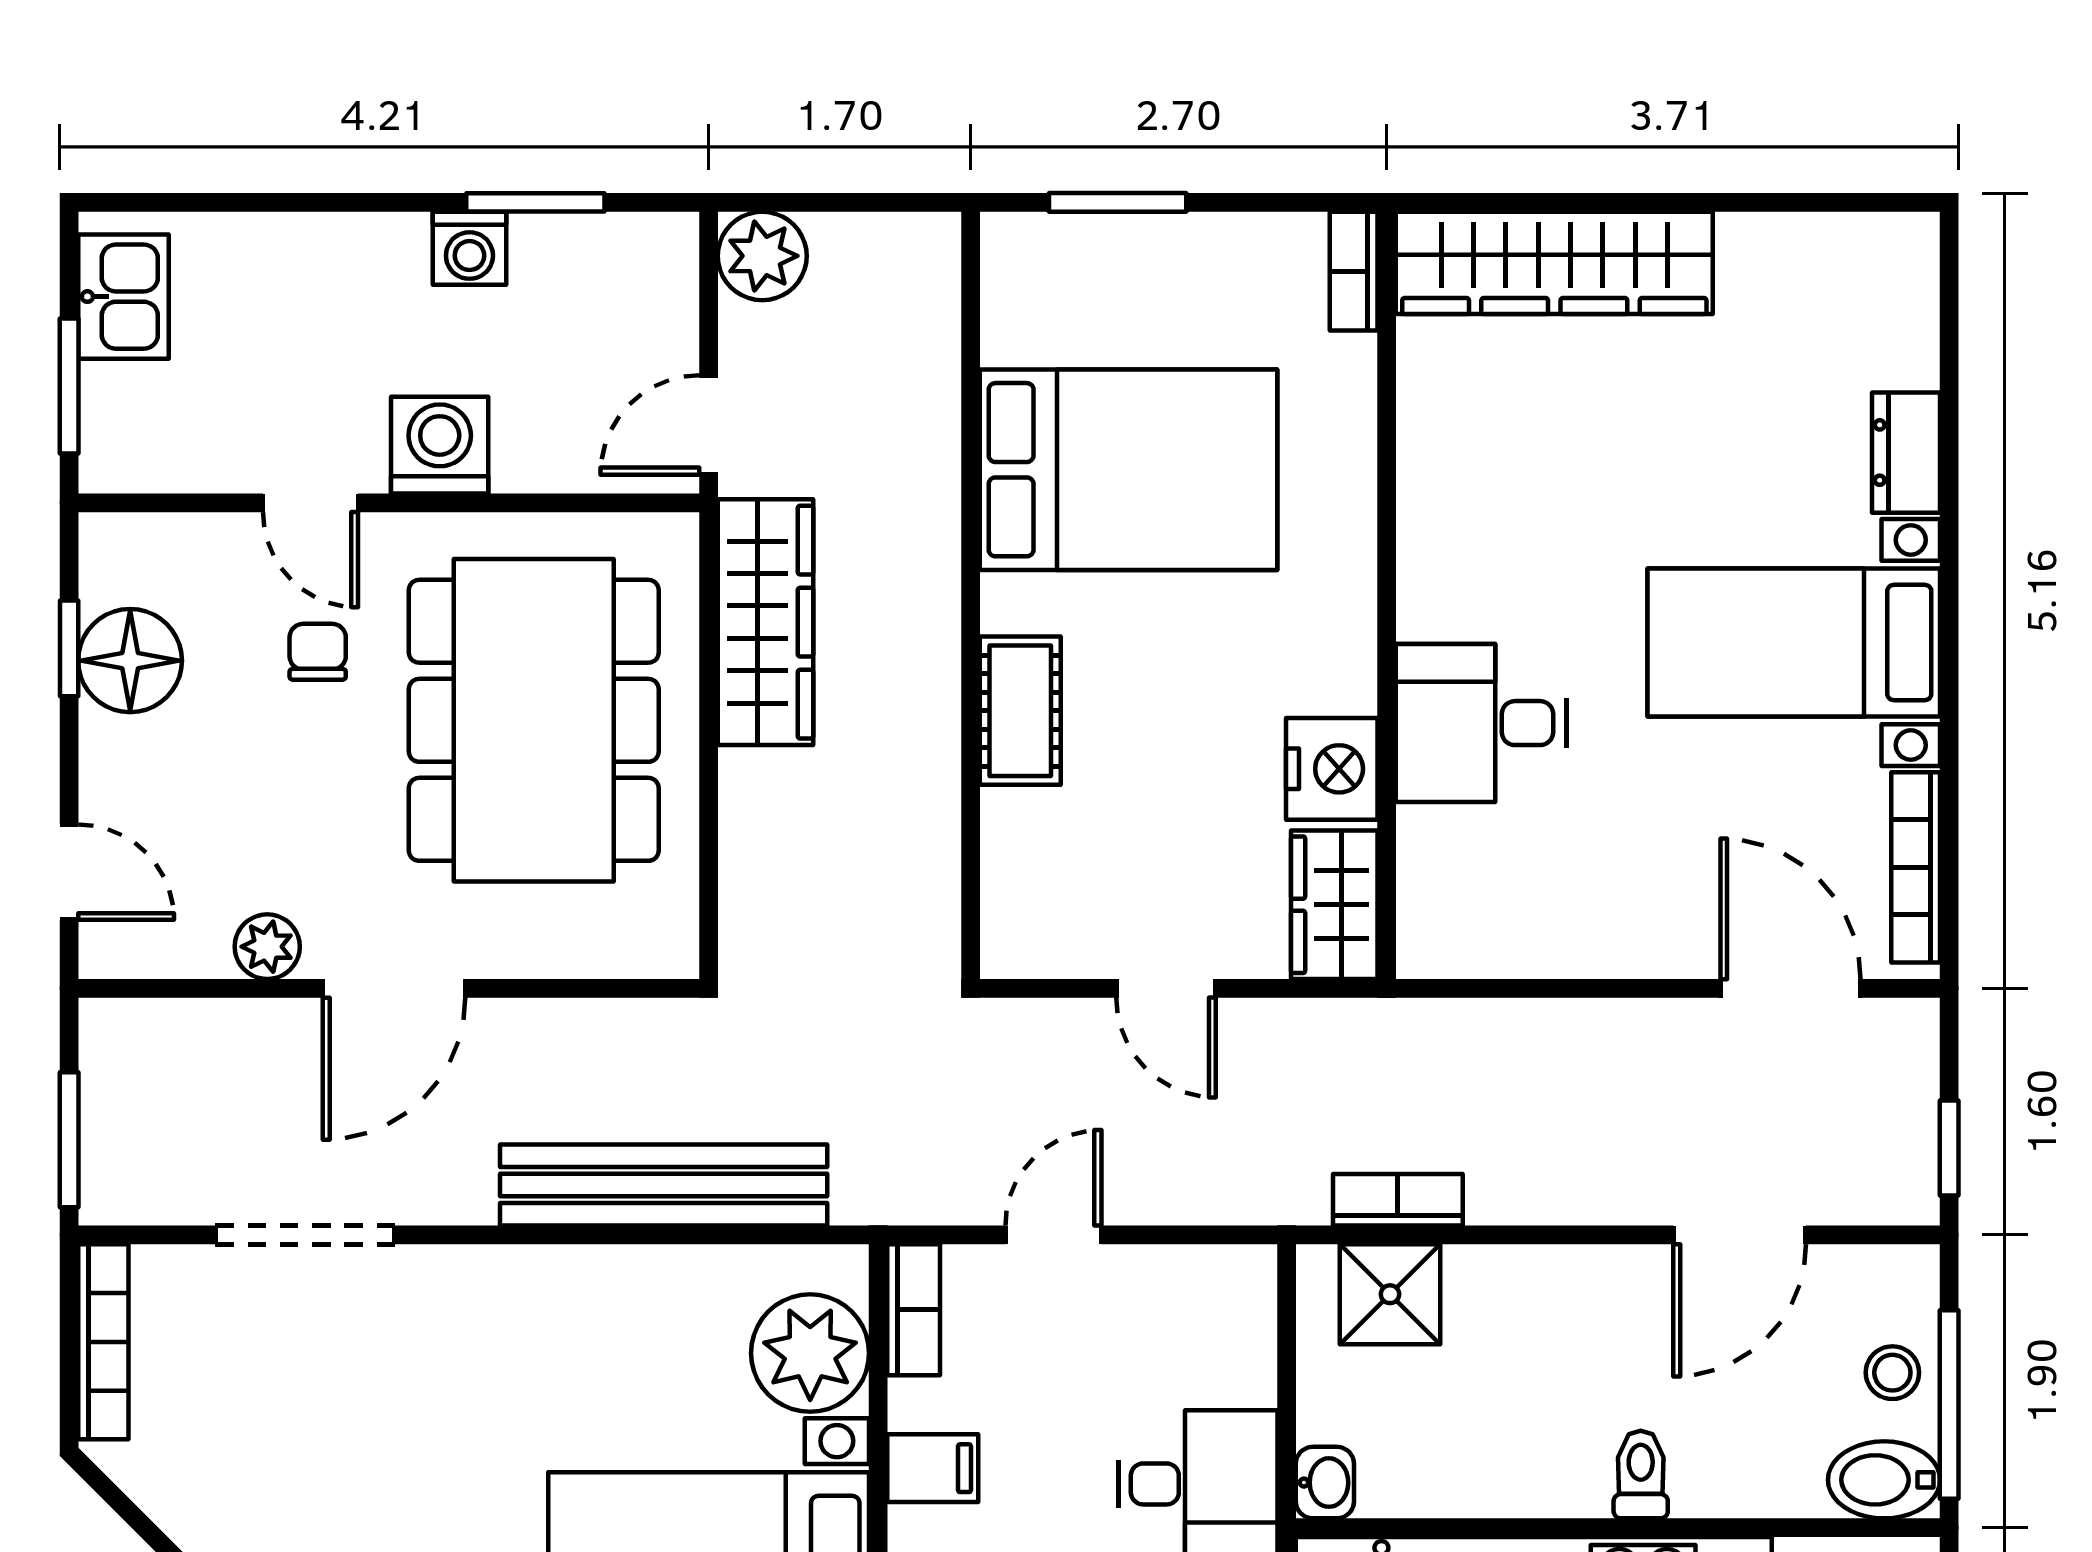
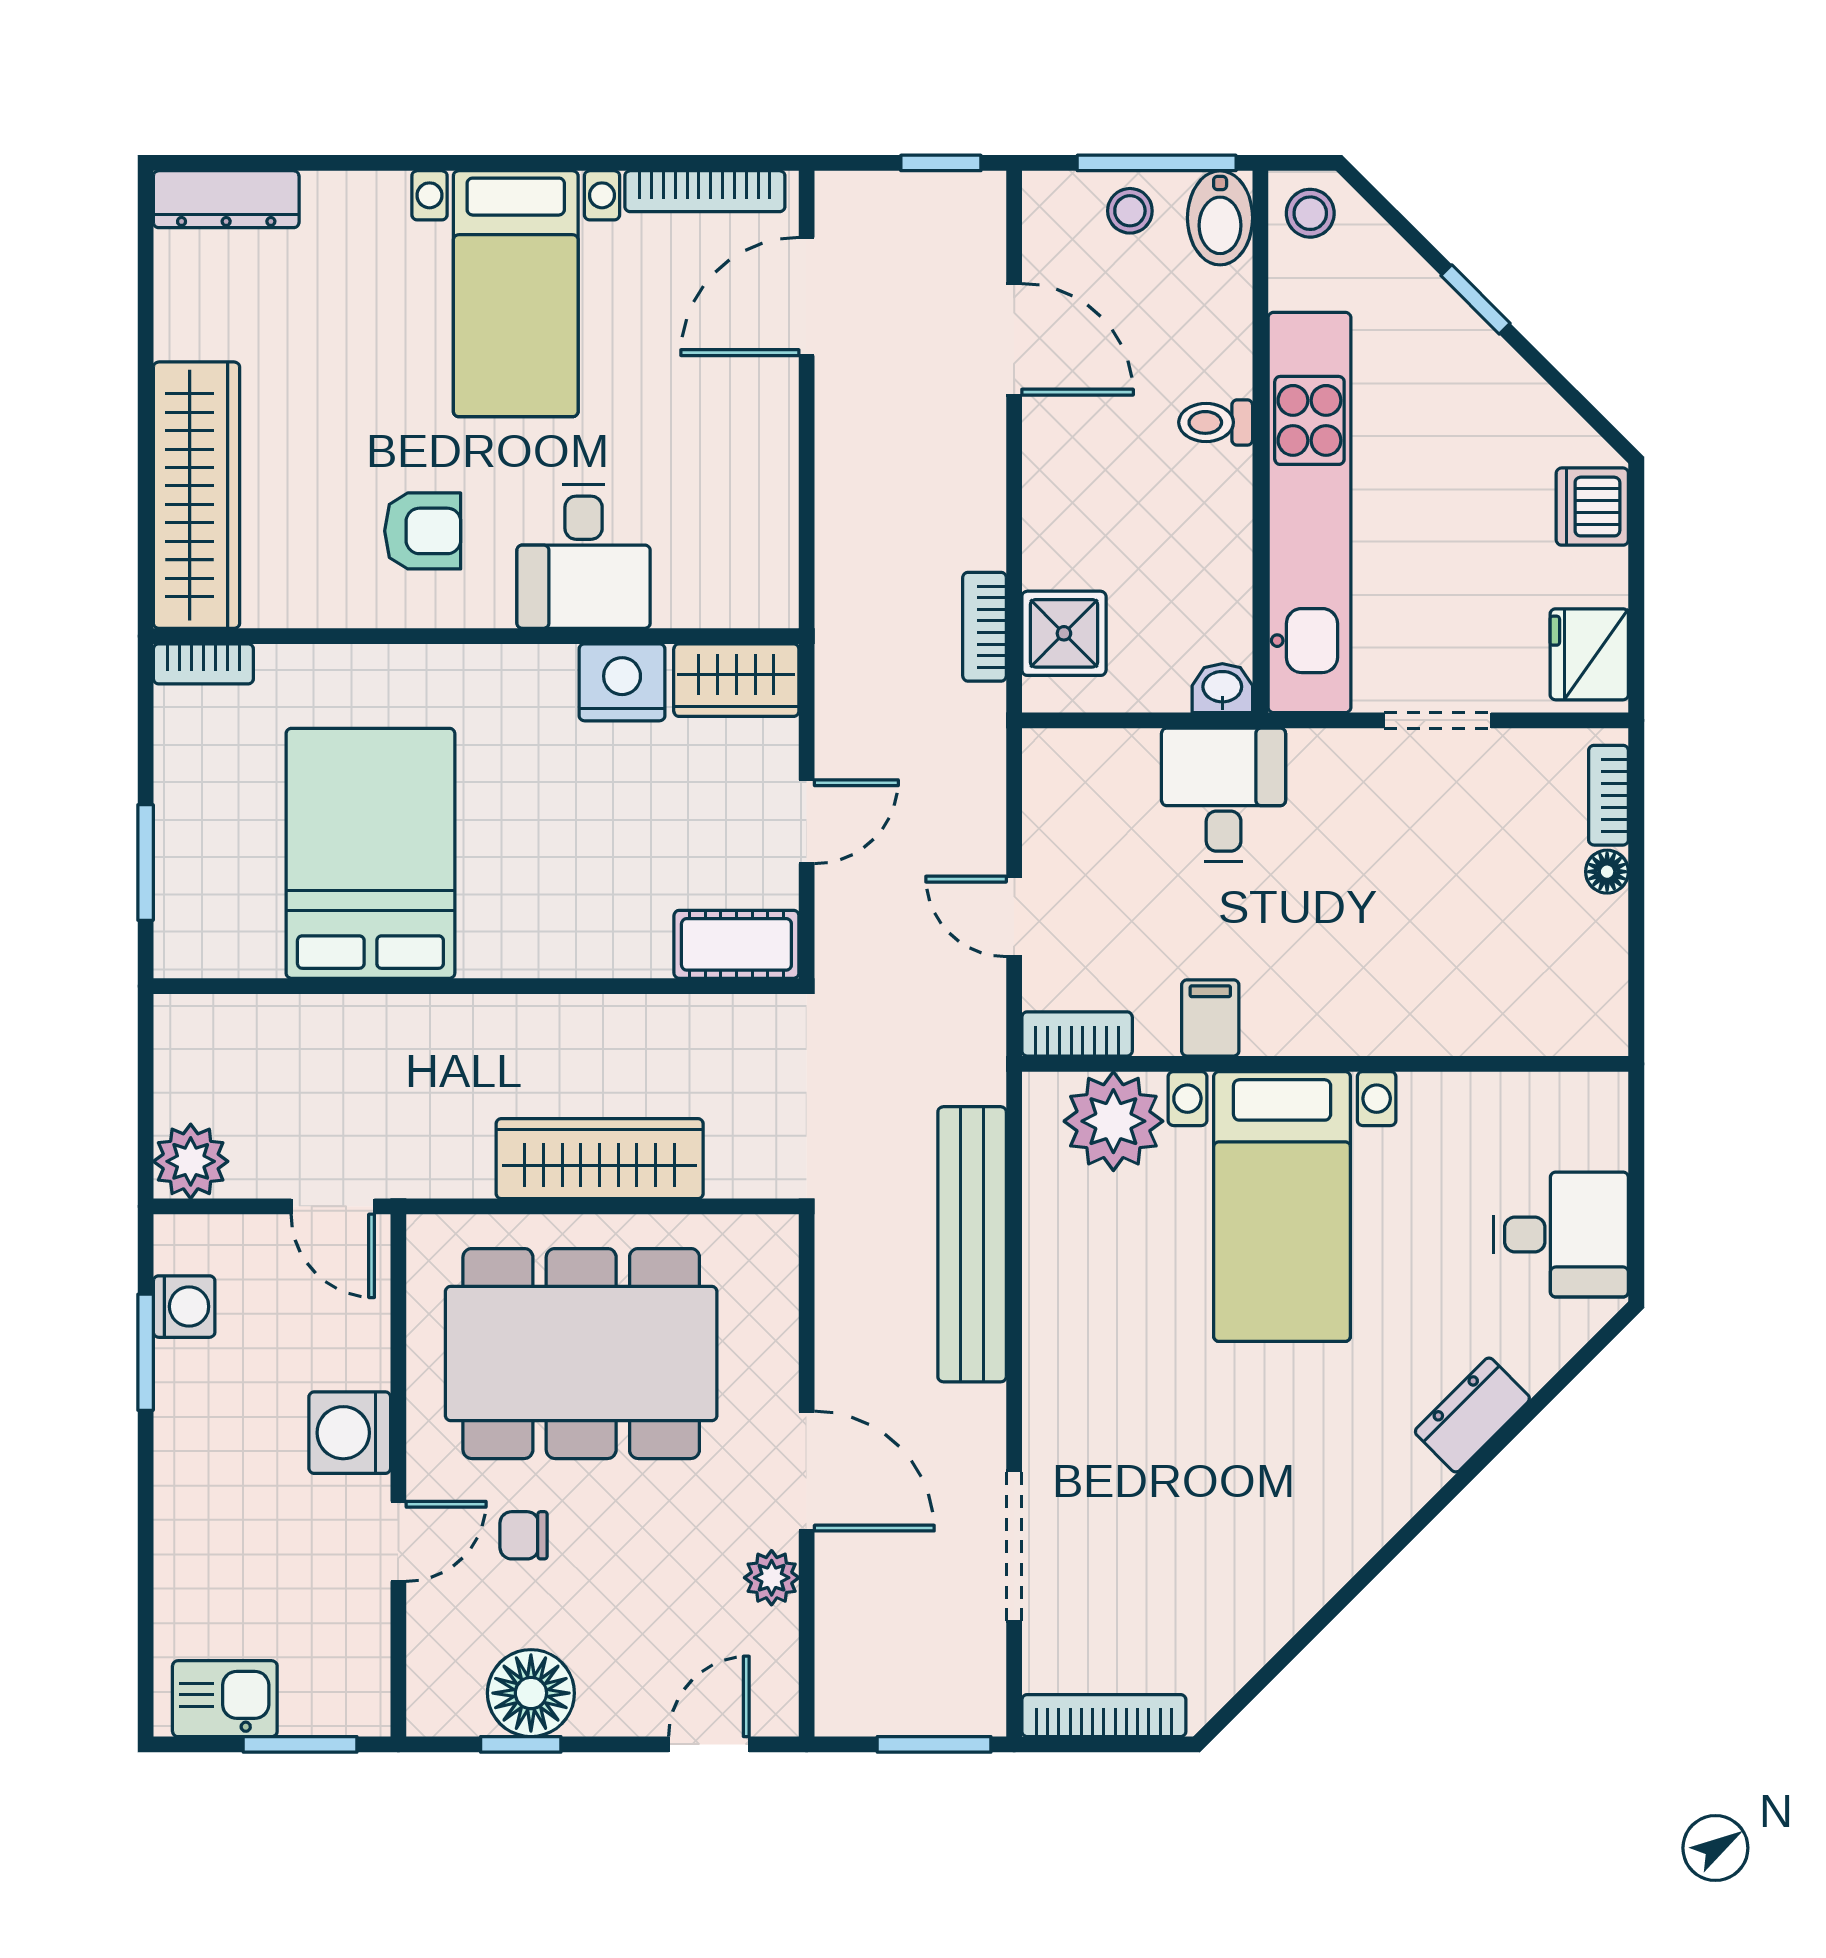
washing machine: (469, 248) -> (184, 1307), moved
dresser: (1906, 453) -> (226, 199), moved, width x1.44
armchair: (1512, 532) -> (423, 531), added
wardrobe: (766, 622) -> (600, 1159), moved
cot: (1020, 711) -> (736, 944), moved

